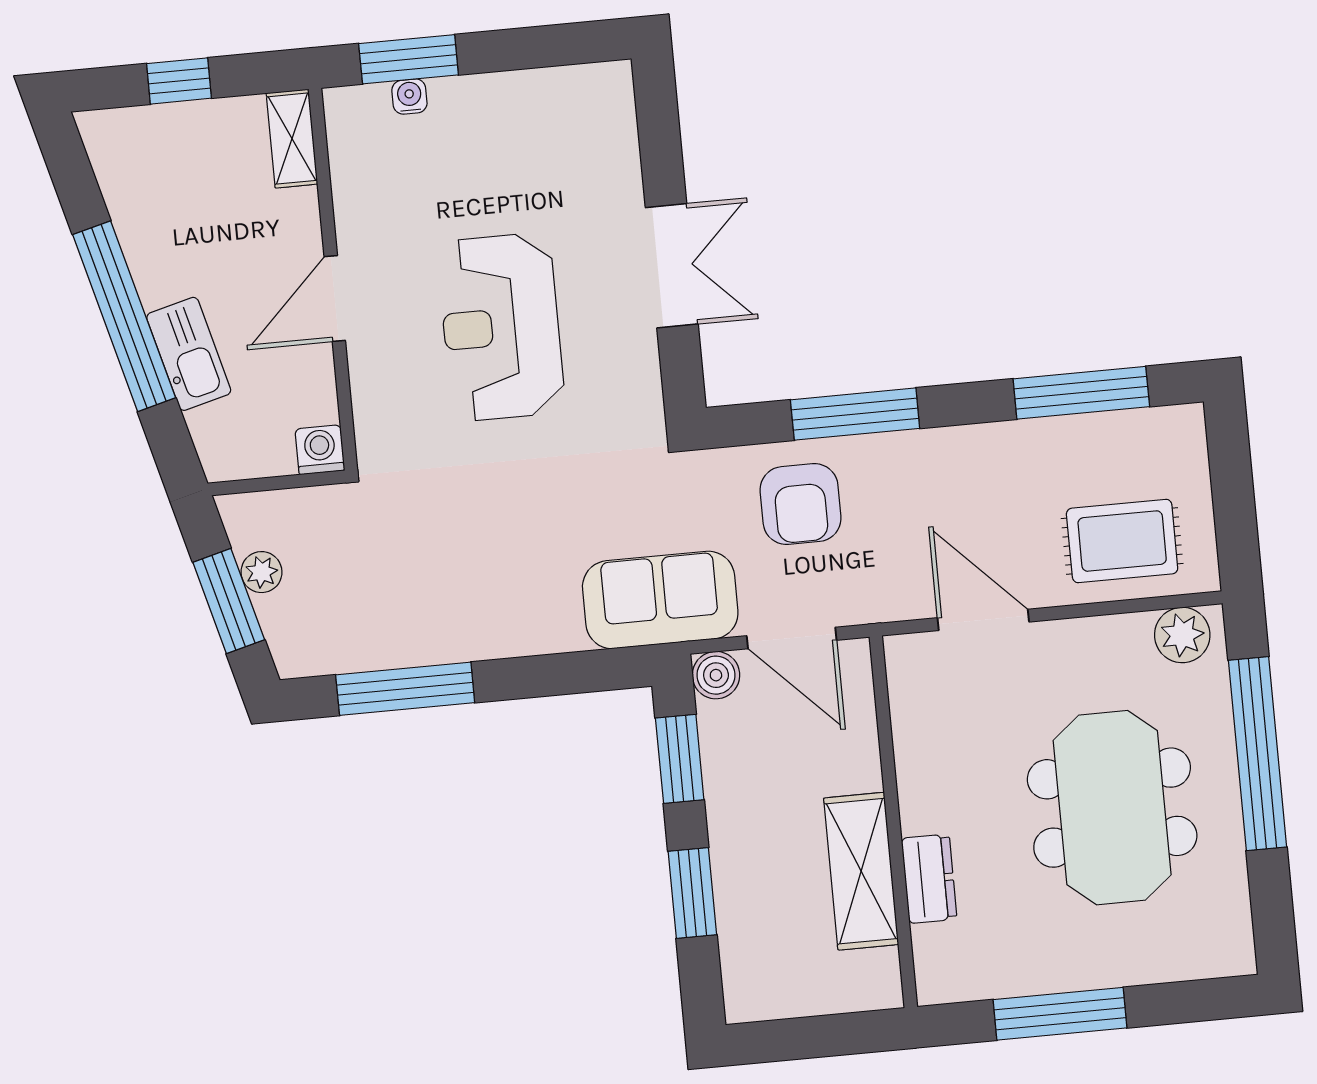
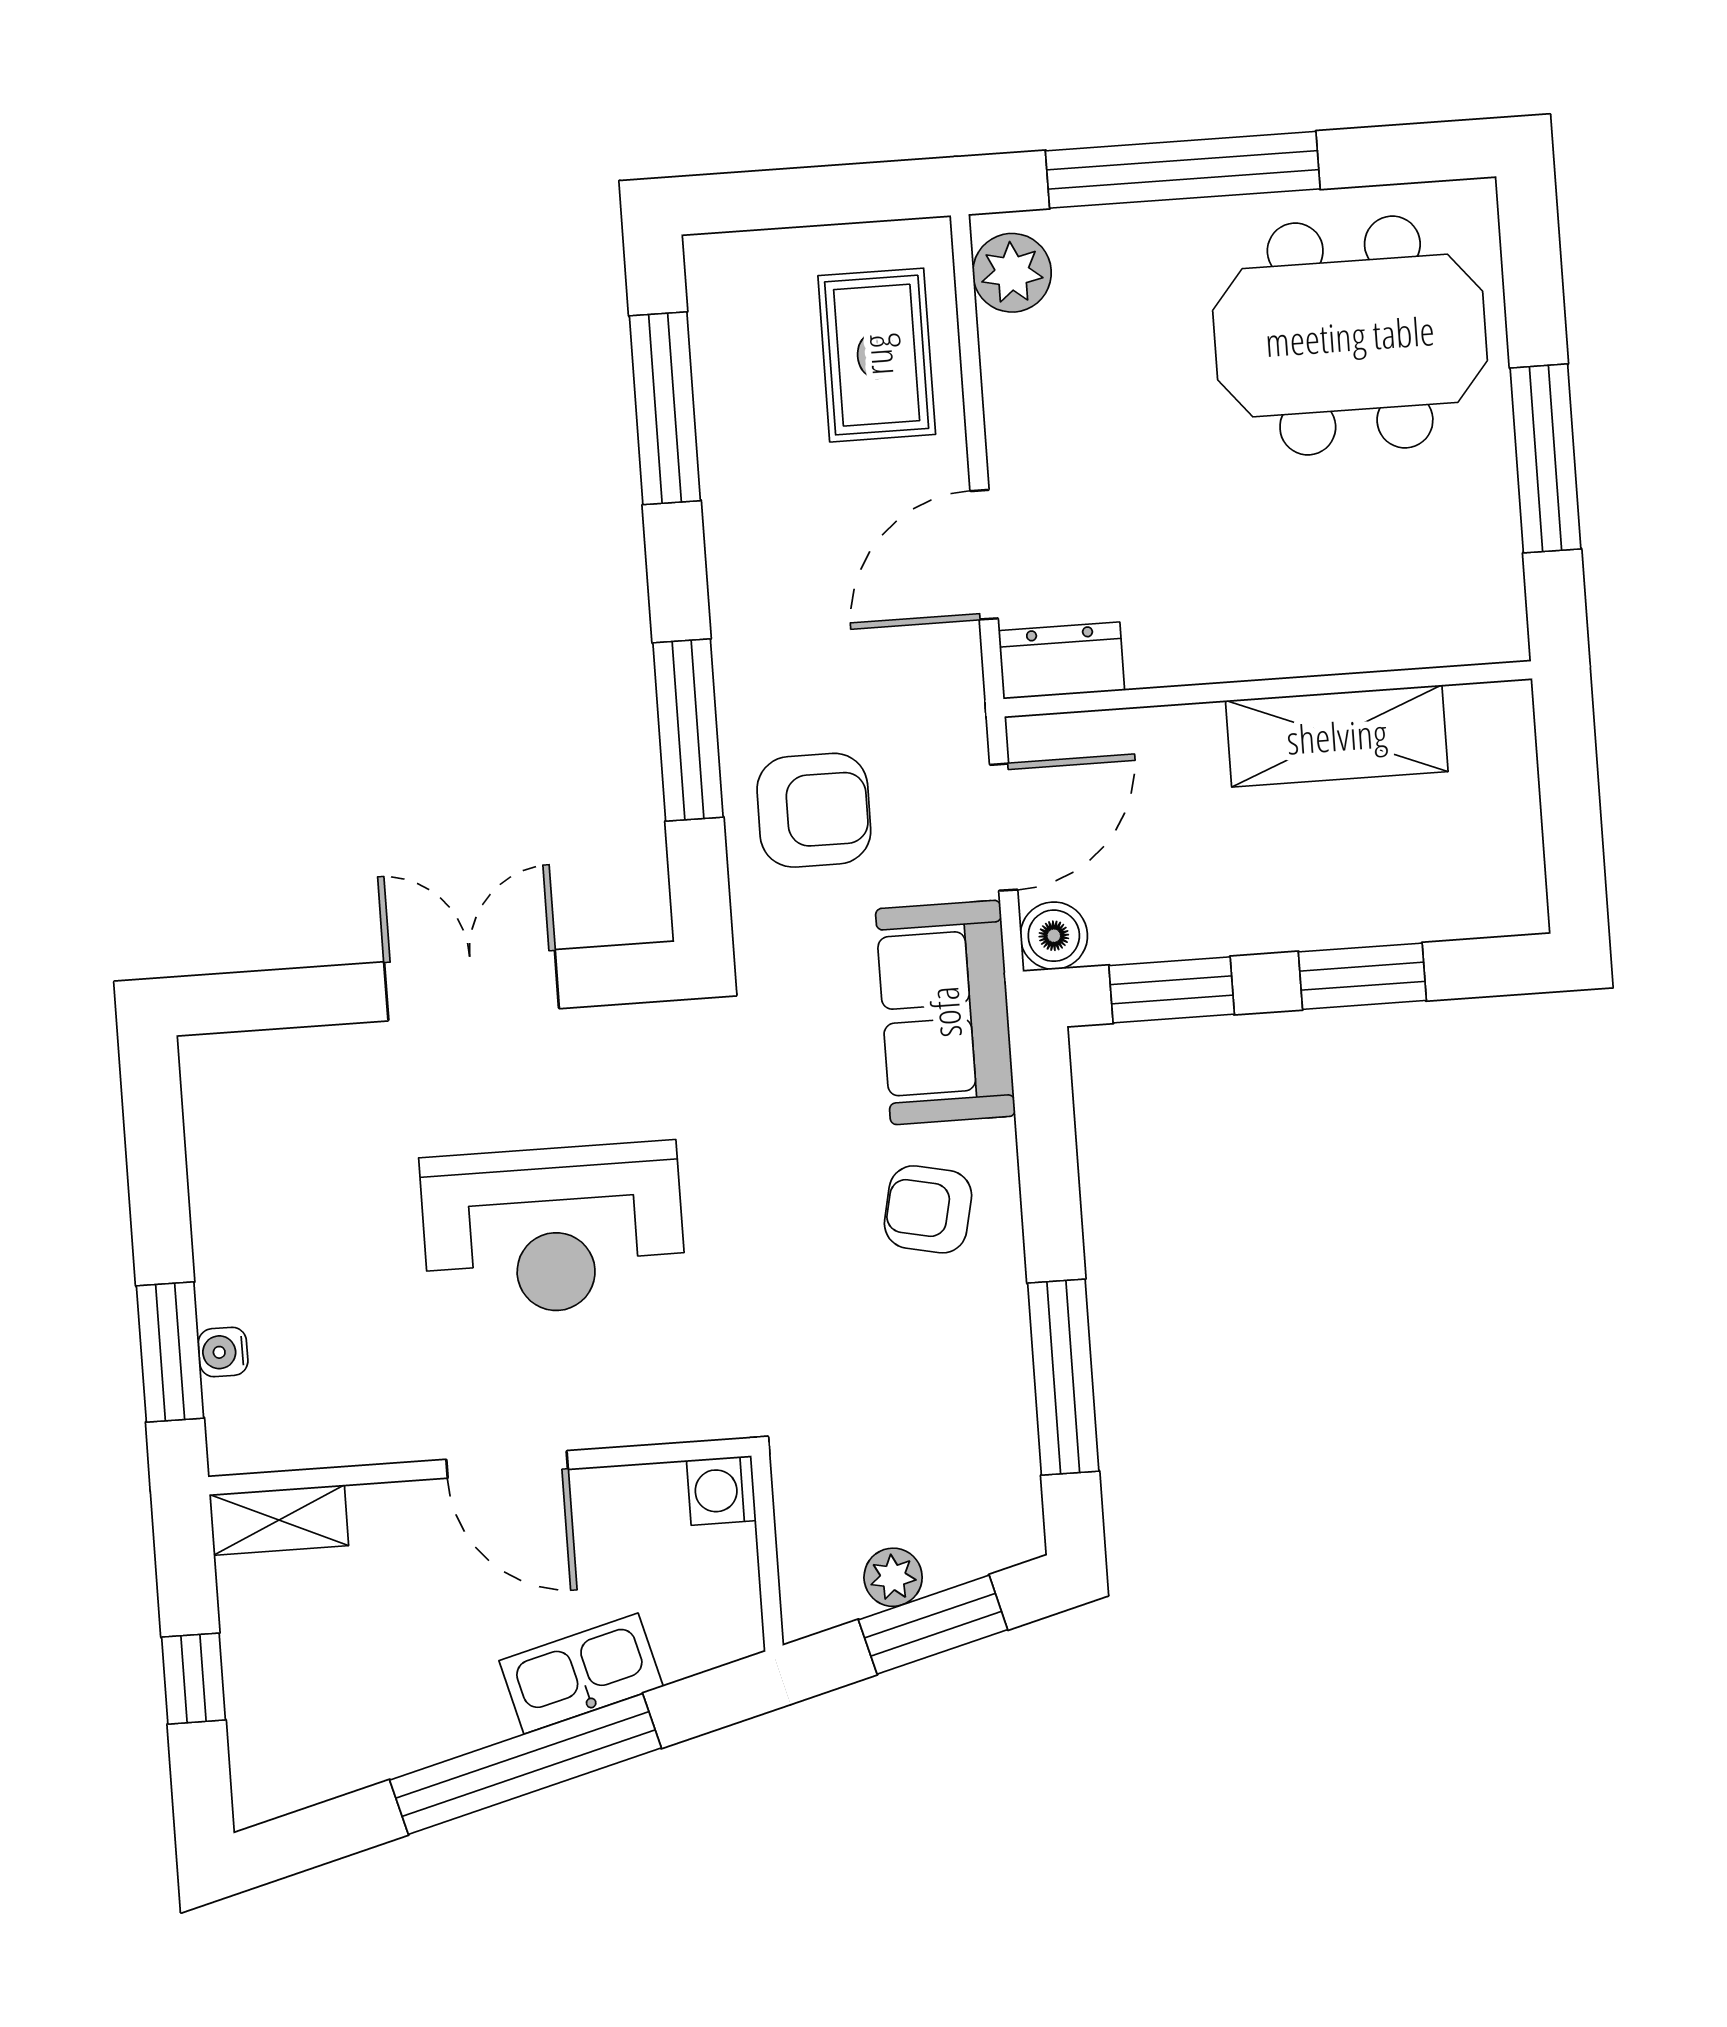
armchair: (521, 591) -> (928, 1209), added
meeting table: (1112, 808) -> (1350, 336), moved
dresser: (929, 879) -> (1061, 661), moved

